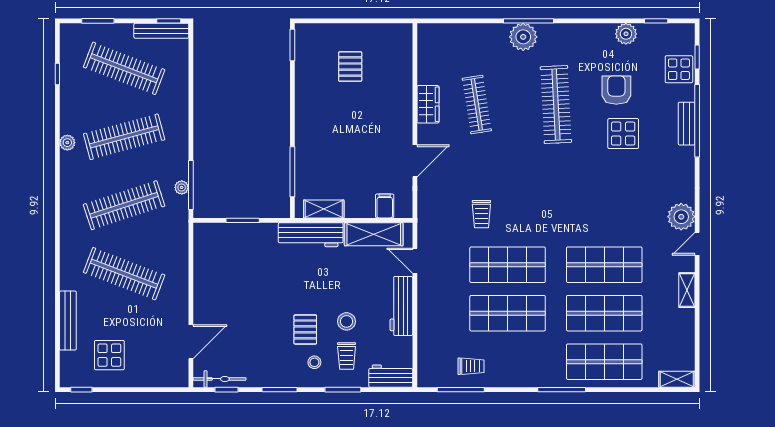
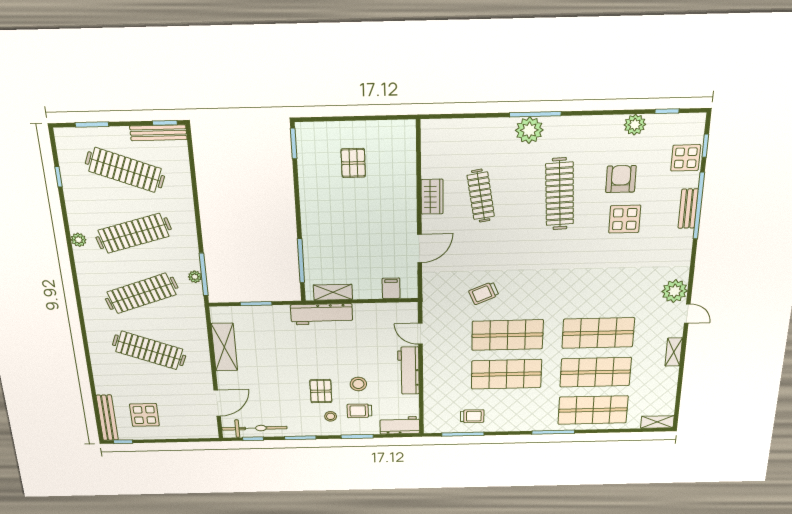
trolley: (481, 214) -> (484, 293), turned 67
shelving: (374, 234) -> (224, 347), moved, turned 90
door: (697, 244) -> (687, 314), swing flipped
bench: (68, 321) -> (107, 418), moved
trolley: (347, 356) -> (359, 411), turned 90
bicycle: (220, 379) -> (254, 428), width x1.37, depth x1.40

